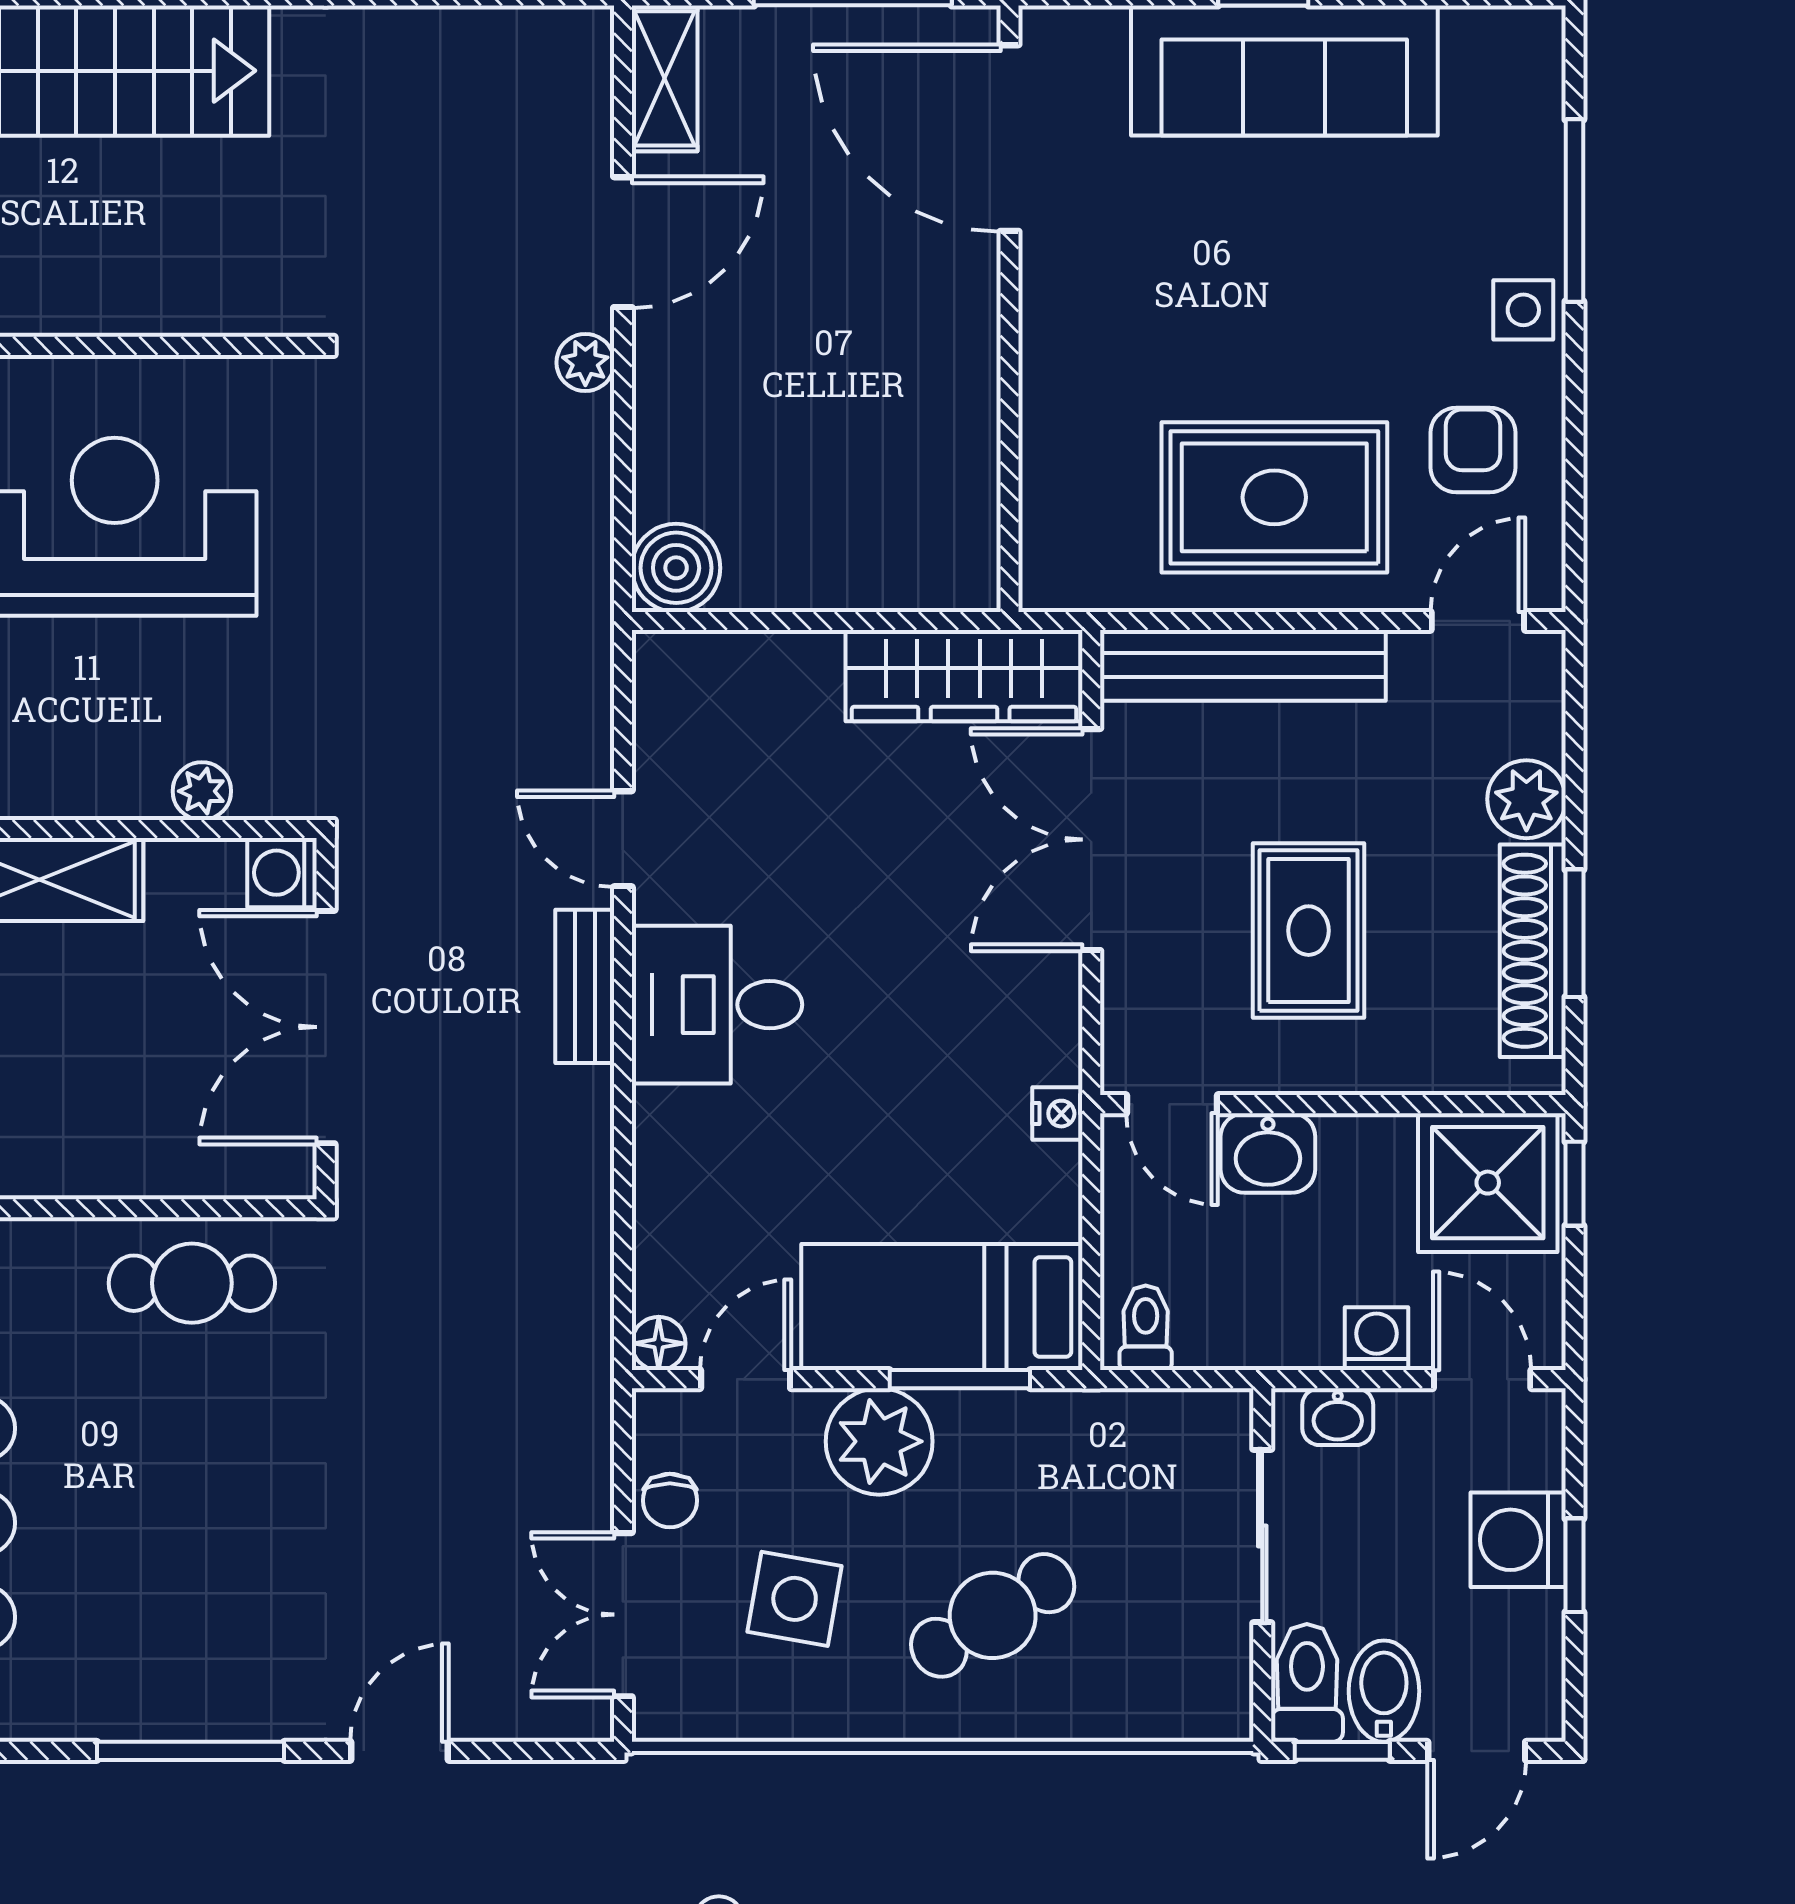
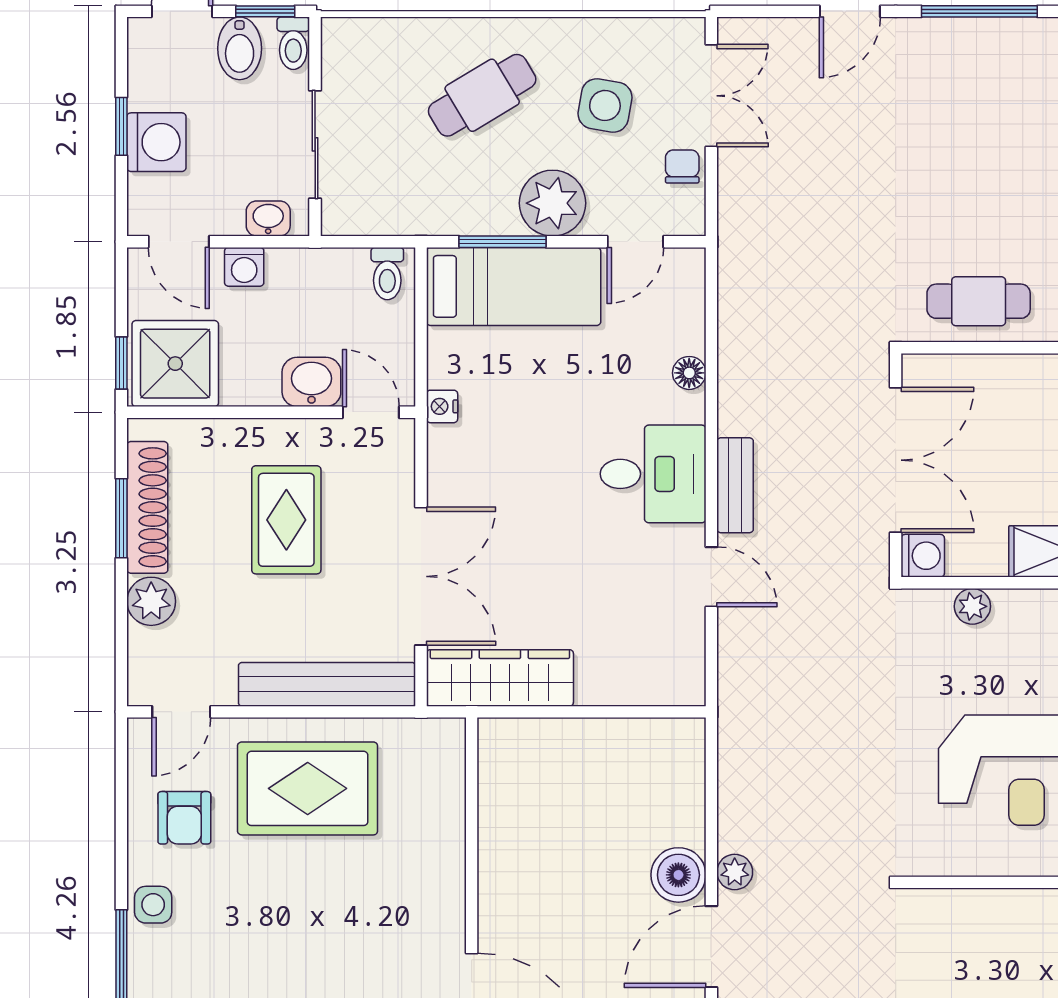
boiler: (676, 568) -> (678, 875), moved
floor lamp: (659, 1343) -> (689, 373), moved
toilet: (1307, 1683) -> (293, 43), width x0.73, depth x0.72

